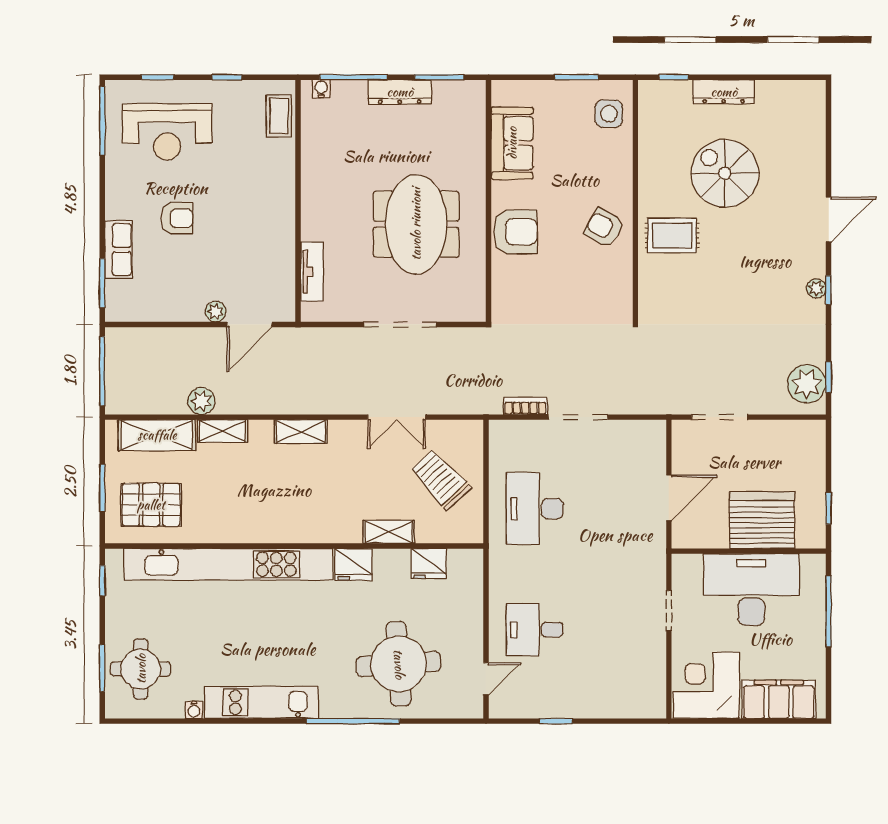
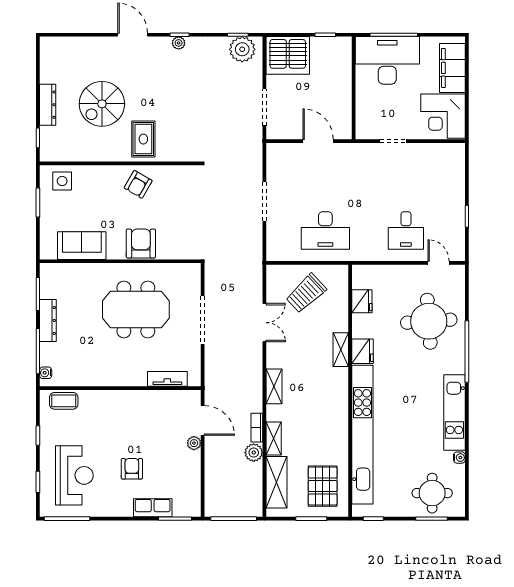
bookcase: (525, 406) -> (257, 428), moved
server rack: (762, 520) -> (288, 55), moved, turned -90
shelving: (389, 532) -> (341, 350), moved
desk: (751, 590) -> (387, 60), moved, turned 90

